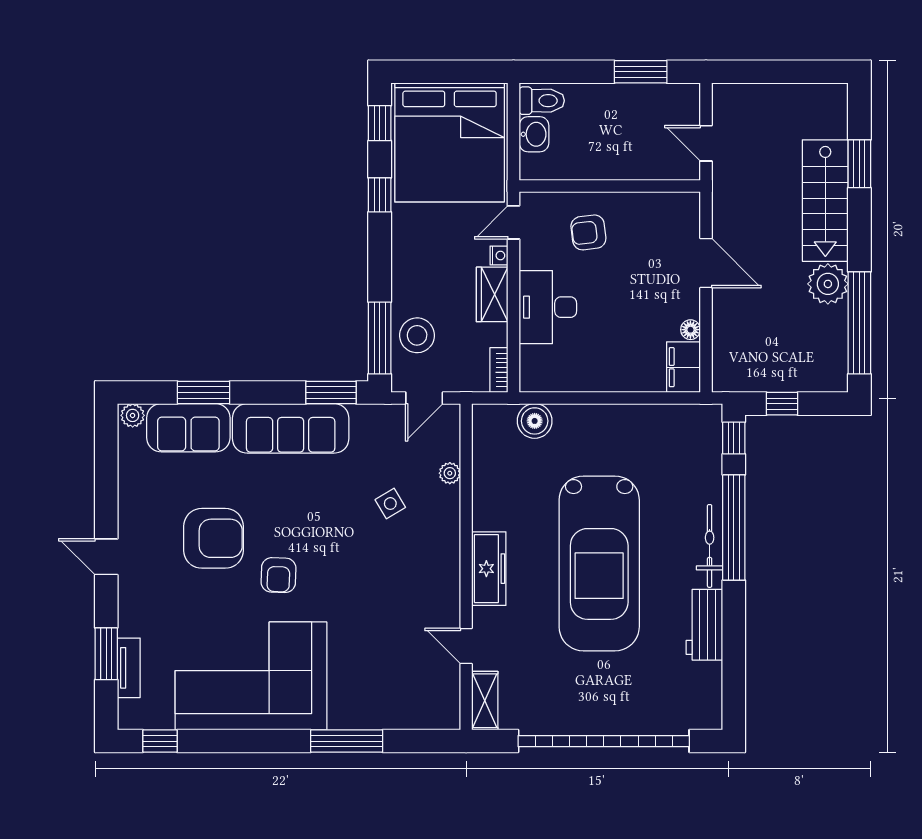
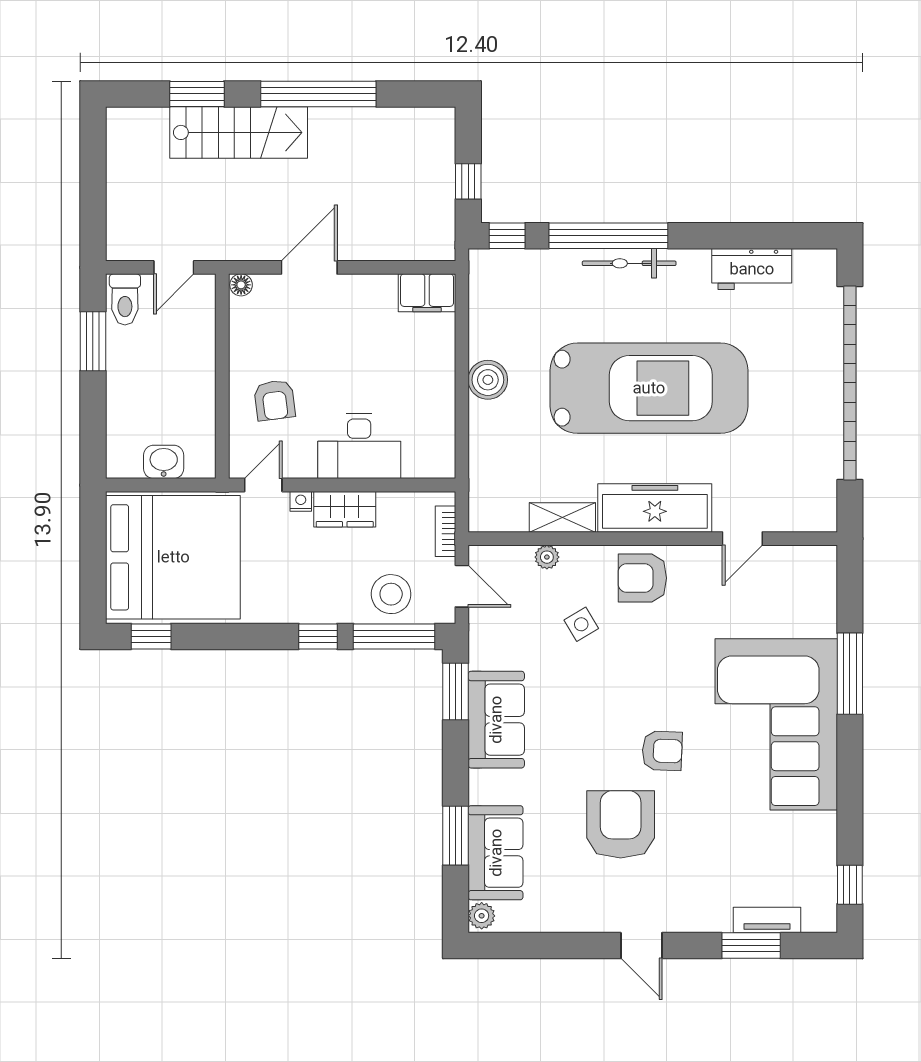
toilet: (542, 101) -> (125, 299), moved, turned 180
window: (380, 195) -> (318, 636), moved
door: (513, 222) -> (263, 485), swing flipped
plant: (828, 284) -> (333, 129), removed
window: (859, 323) -> (318, 94), moved
floor lamp: (690, 330) -> (241, 285), moved
bookcase: (499, 370) -> (445, 531), moved, turned 90
boiler: (535, 421) -> (488, 380), moved
sofa: (291, 428) -> (496, 720), width x0.73
door: (106, 557) -> (641, 946), hinge flipped
armchair: (431, 558) -> (642, 578), added
freezer: (489, 569) -> (655, 508), width x1.36, depth x1.26
workbench: (704, 625) -> (752, 269), moved
corner sofa: (251, 676) -> (776, 724), moved
shelving: (485, 701) -> (562, 517), moved

